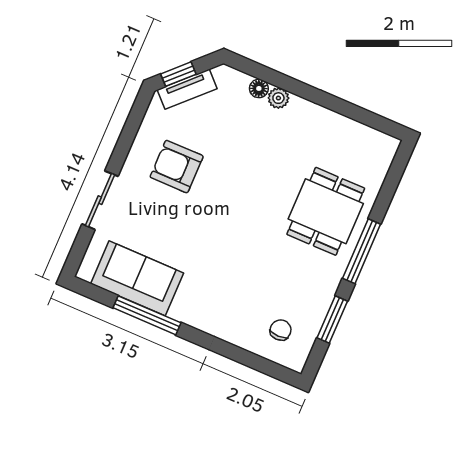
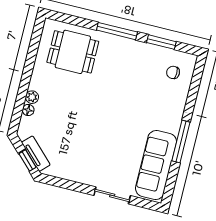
armchair: (177, 167) -> (84, 152), removed
dining table: (326, 211) -> (73, 52), moved
sofa: (137, 278) -> (156, 165), width x1.36
window: (147, 315) -> (181, 141), moved

